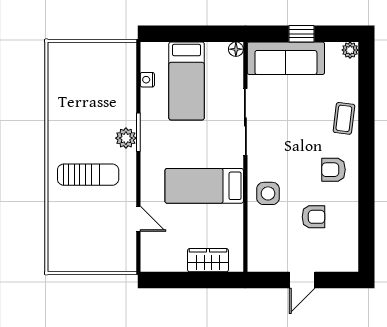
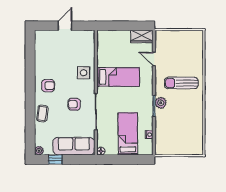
window: (302, 34) -> (55, 159), moved
armchair: (313, 217) -> (74, 104), moved
wardrobe: (208, 260) -> (142, 36), moved

